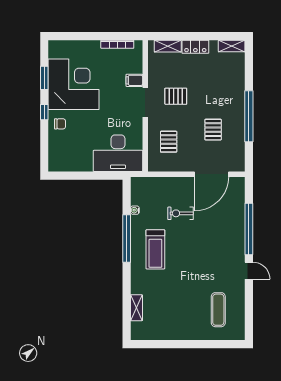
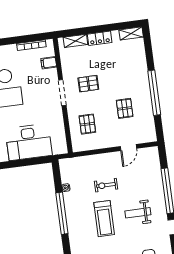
filing cabinet: (134, 80) -> (49, 63), moved
desk: (118, 153) -> (29, 142), moved
door: (211, 174) -> (128, 147), width x0.53
treadmill: (155, 249) -> (104, 219), moved
weight bench: (212, 249) -> (138, 213), added

